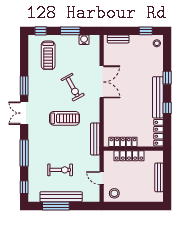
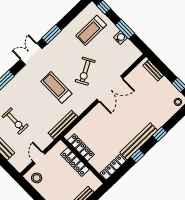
water cooler: (84, 40) -> (120, 38), moved
treadmill: (64, 118) -> (56, 87), turned 180

